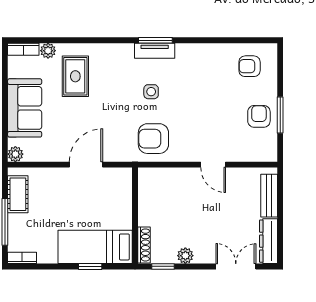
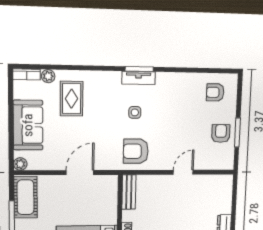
door: (213, 165) -> (183, 172), swing flipped
cot: (18, 194) -> (25, 197), width x1.37, depth x1.34
bench: (269, 196) -> (129, 192), moved

